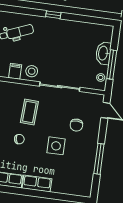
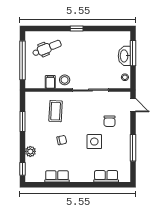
window: (112, 65) -> (133, 53), moved
coffee table: (29, 112) -> (56, 111), moved
row of seats: (37, 184) -> (106, 176), moved

